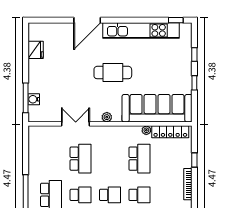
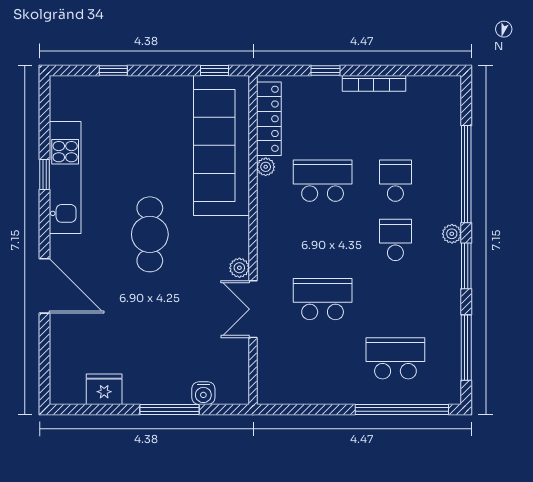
window: (176, 20) -> (44, 175), moved
kitchen unit: (141, 30) -> (65, 177), width x0.73
window: (194, 83) -> (215, 70), moved
window: (26, 98) -> (169, 409), moved
plant: (107, 117) -> (239, 268), moved
school desk: (81, 195) -> (395, 299), removed

